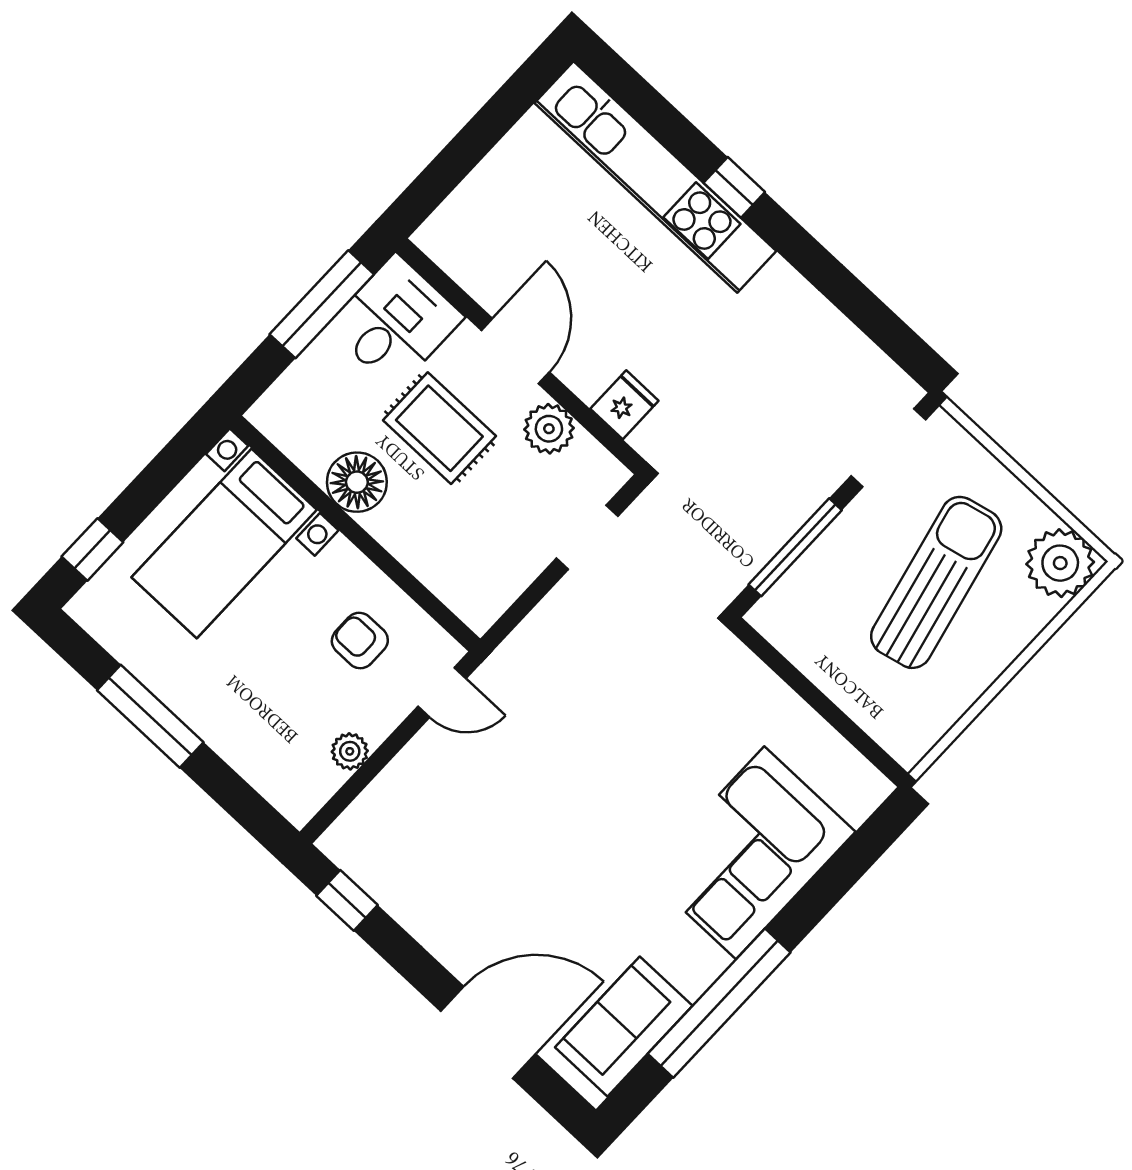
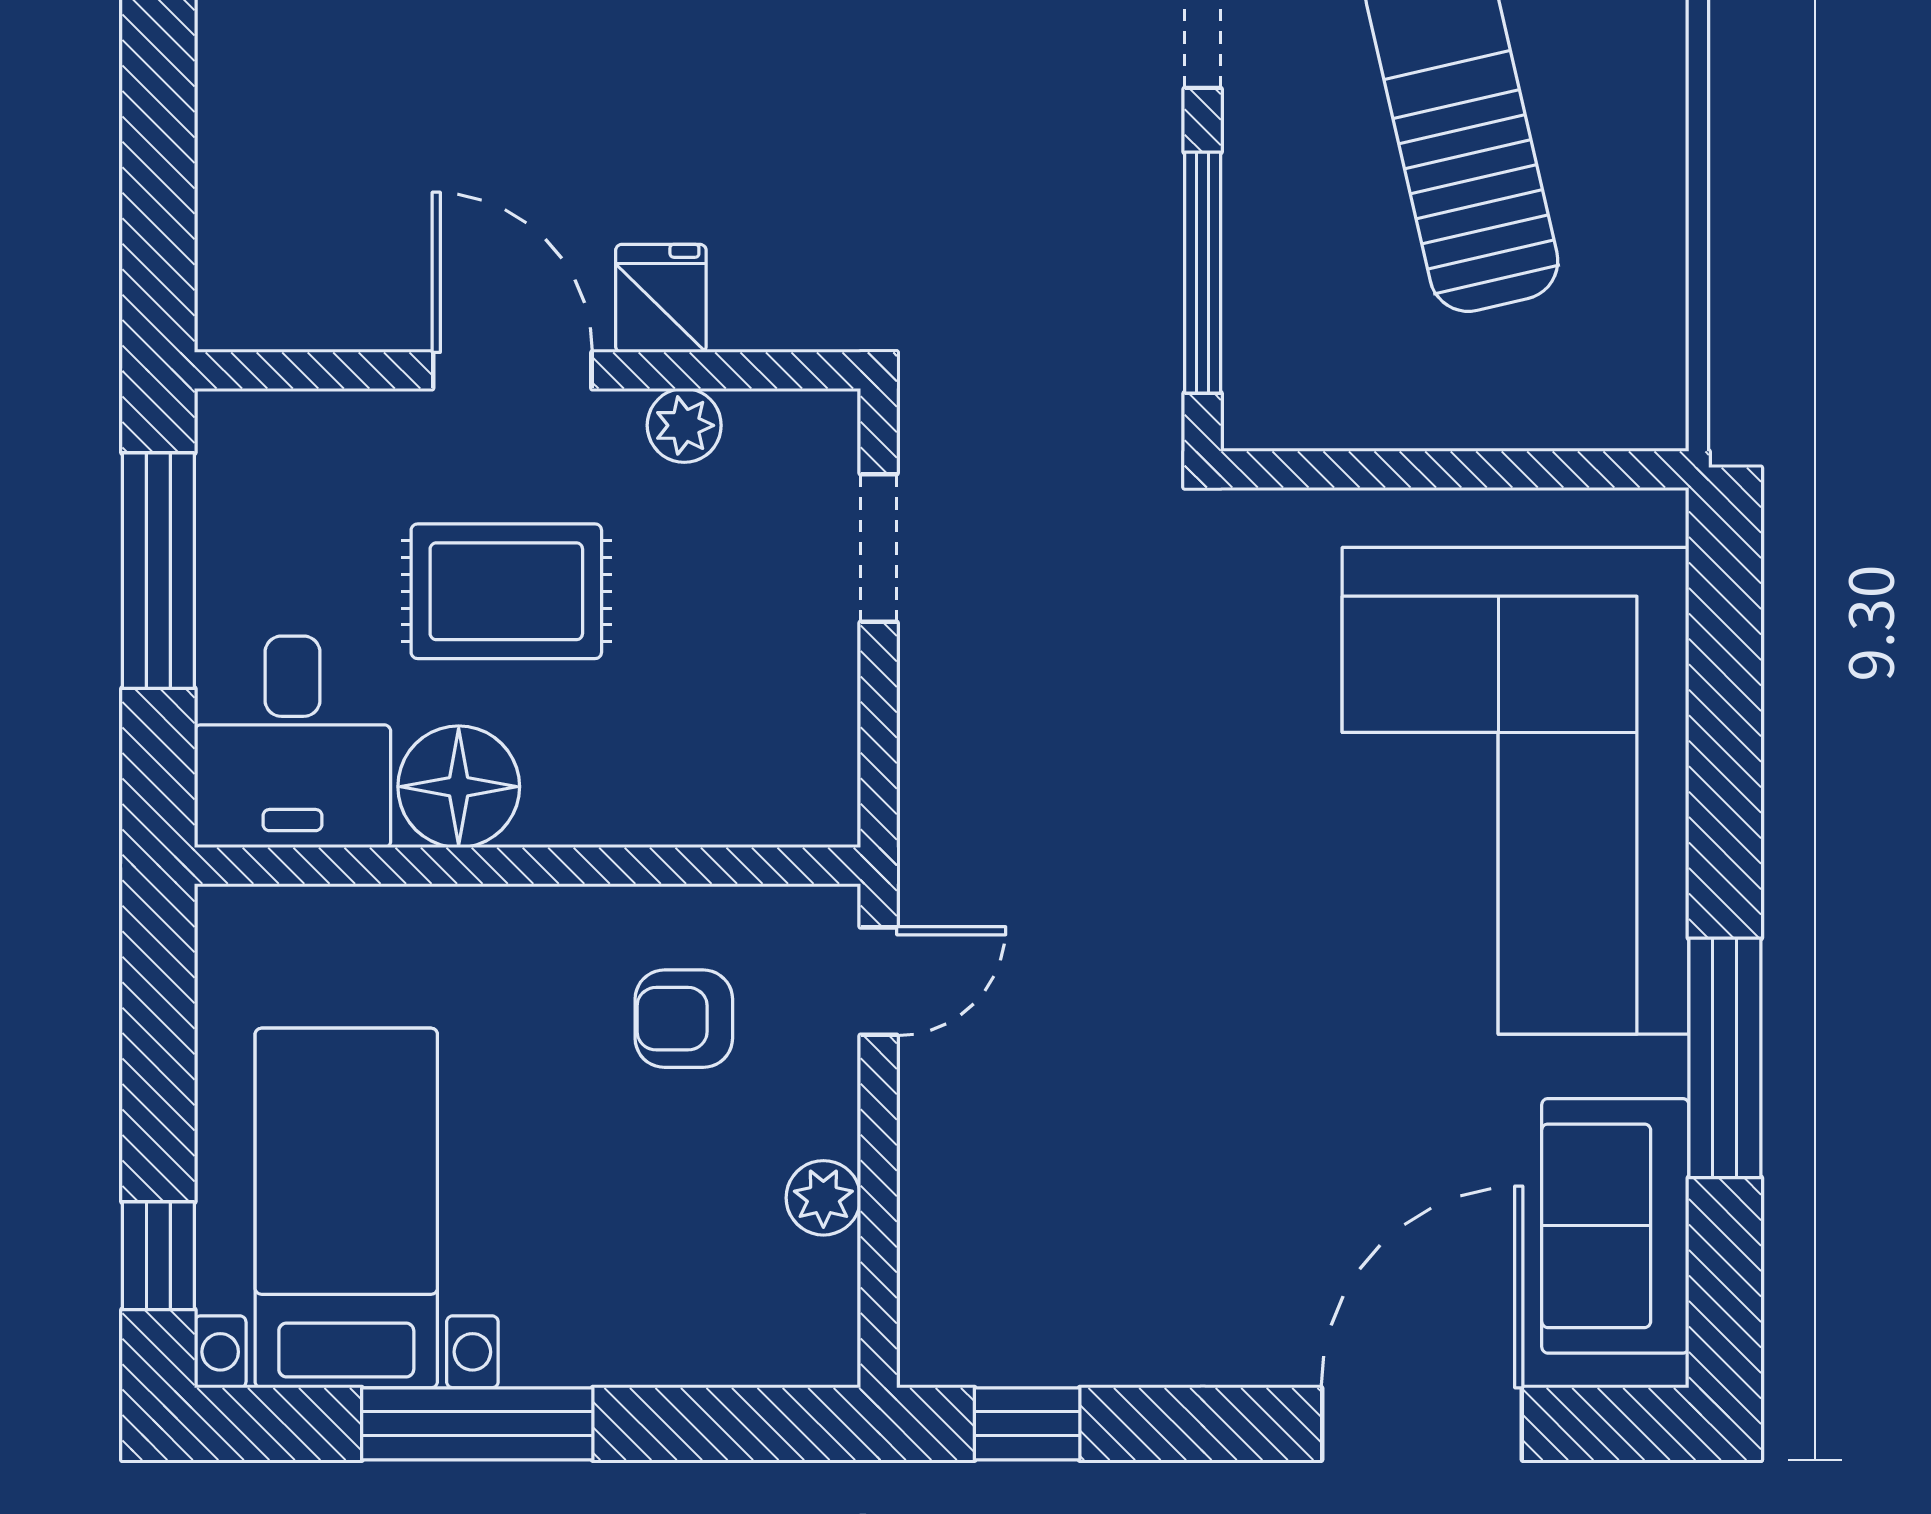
desk: (395, 322) -> (292, 742), moved, turned 180
fridge: (624, 405) -> (661, 298), moved
plant: (549, 429) -> (684, 425), width x0.73, depth x0.73
bed with nightstands: (224, 544) -> (346, 1208), moved, turned 180
corner sofa: (750, 853) -> (1516, 791), width x1.36, depth x1.36
window: (719, 1003) -> (1725, 1058), width x0.68

